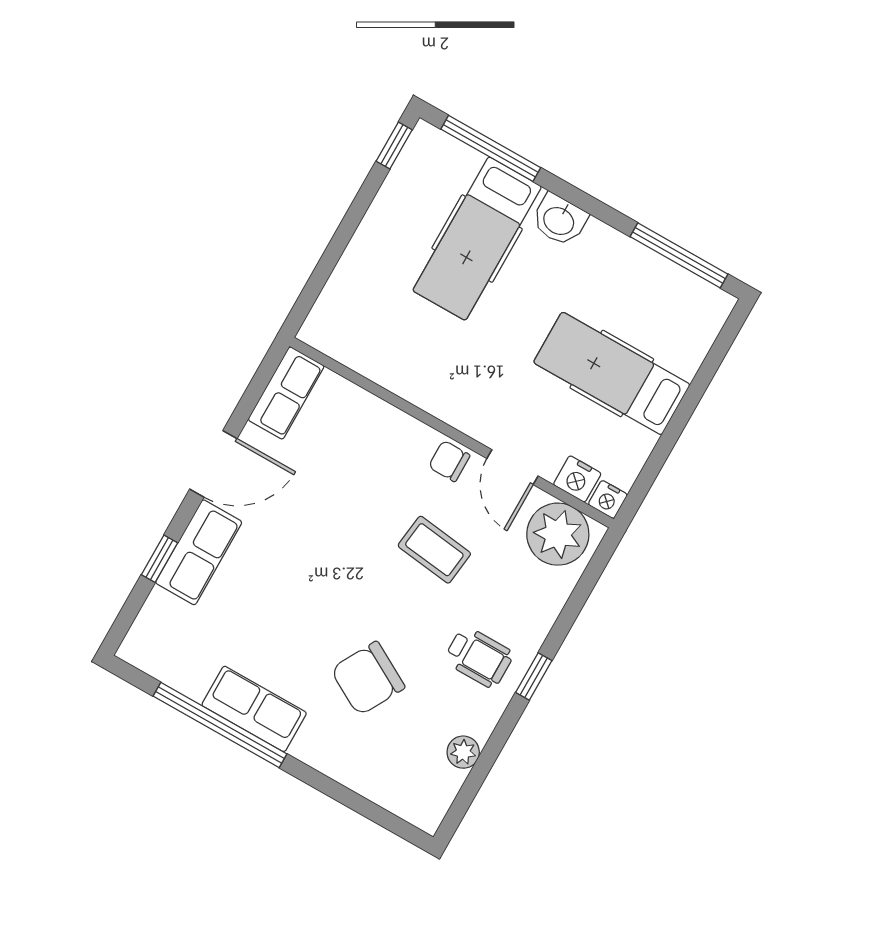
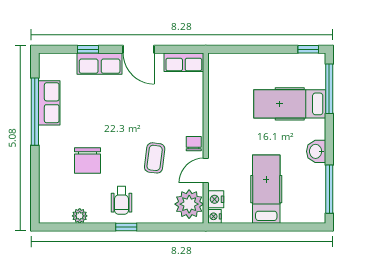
washbasin: (559, 220) -> (316, 151), moved
chair: (368, 678) -> (88, 161), turned -119
row of seats: (254, 709) -> (49, 103), moved

